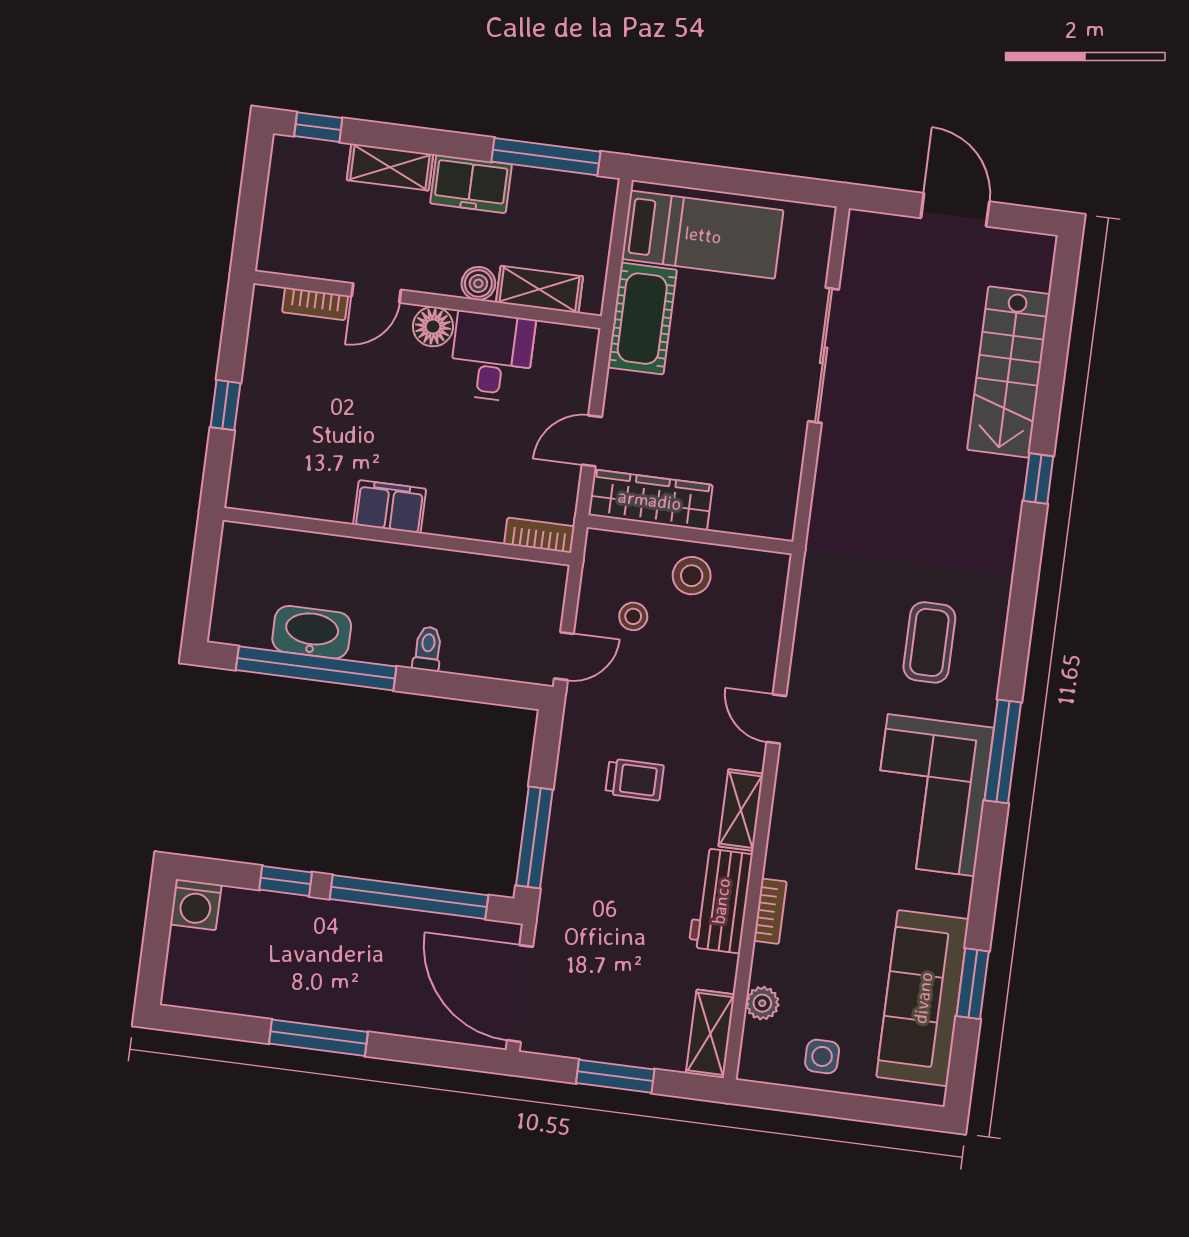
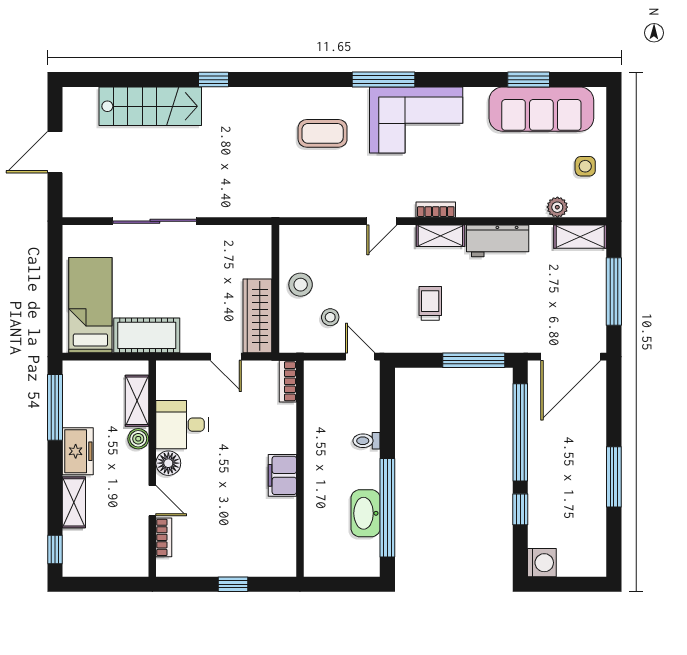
bookcase: (770, 911) -> (436, 210), moved
window: (615, 1076) -> (614, 292), width x1.44

